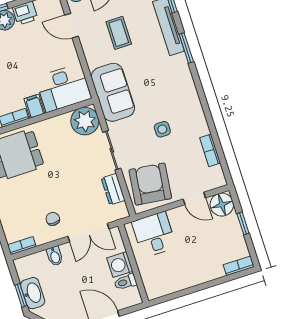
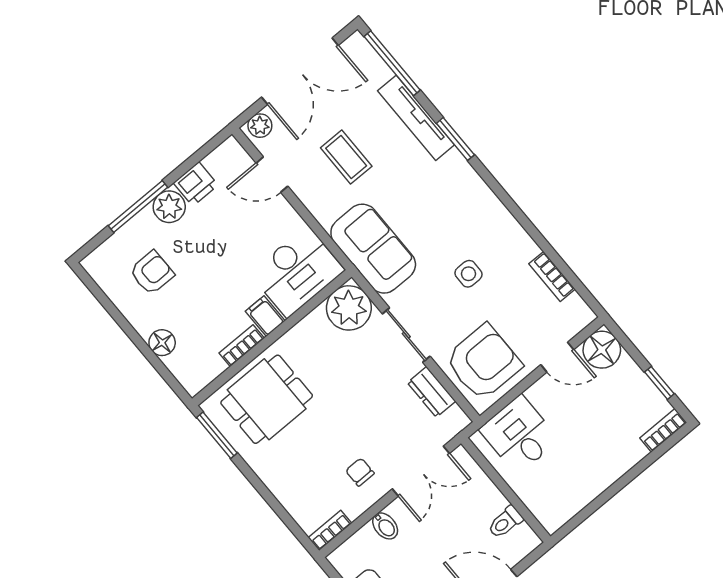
armchair: (150, 184) -> (483, 362), turned 83
window: (243, 223) -> (659, 383), moved
washing machine: (120, 265) -> (487, 500), removed

